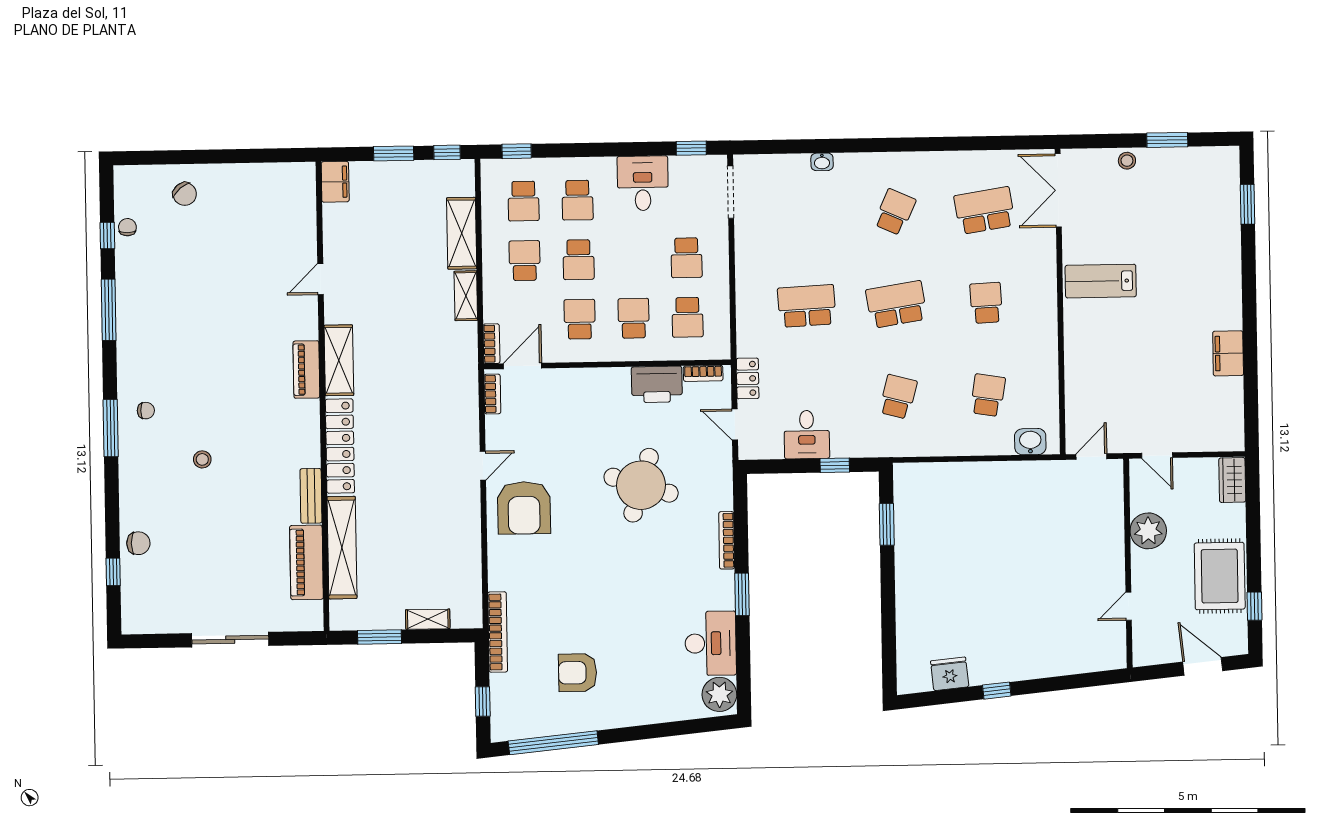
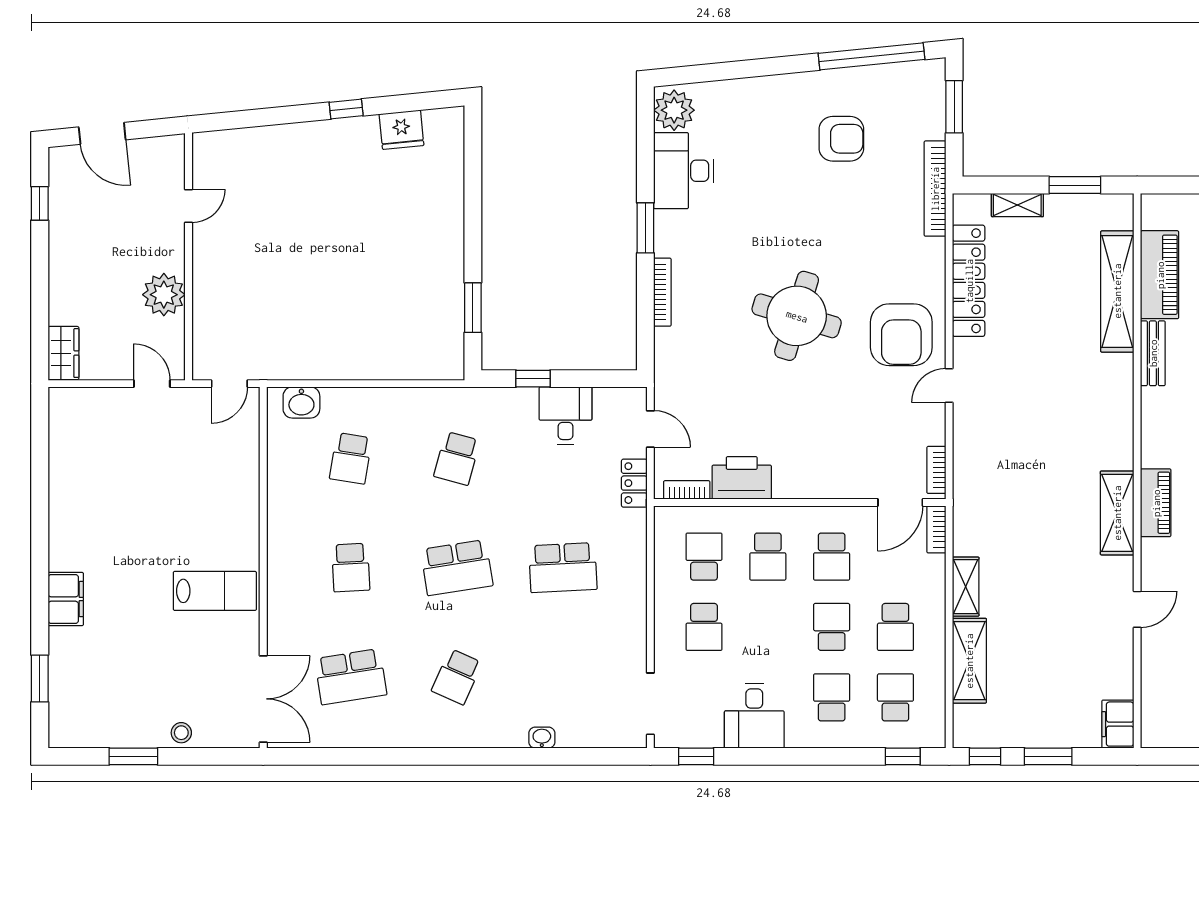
school desk: (687, 258) -> (704, 627), turned 180
filing cabinet: (1228, 353) -> (66, 599), moved
locker: (340, 446) -> (969, 281), moved, turned 180
round table: (641, 485) -> (797, 316), moved
armchair: (524, 508) -> (901, 335), turned 180
rug: (1220, 576) -> (80, 240), removed
window: (483, 701) -> (954, 107), width x1.50

